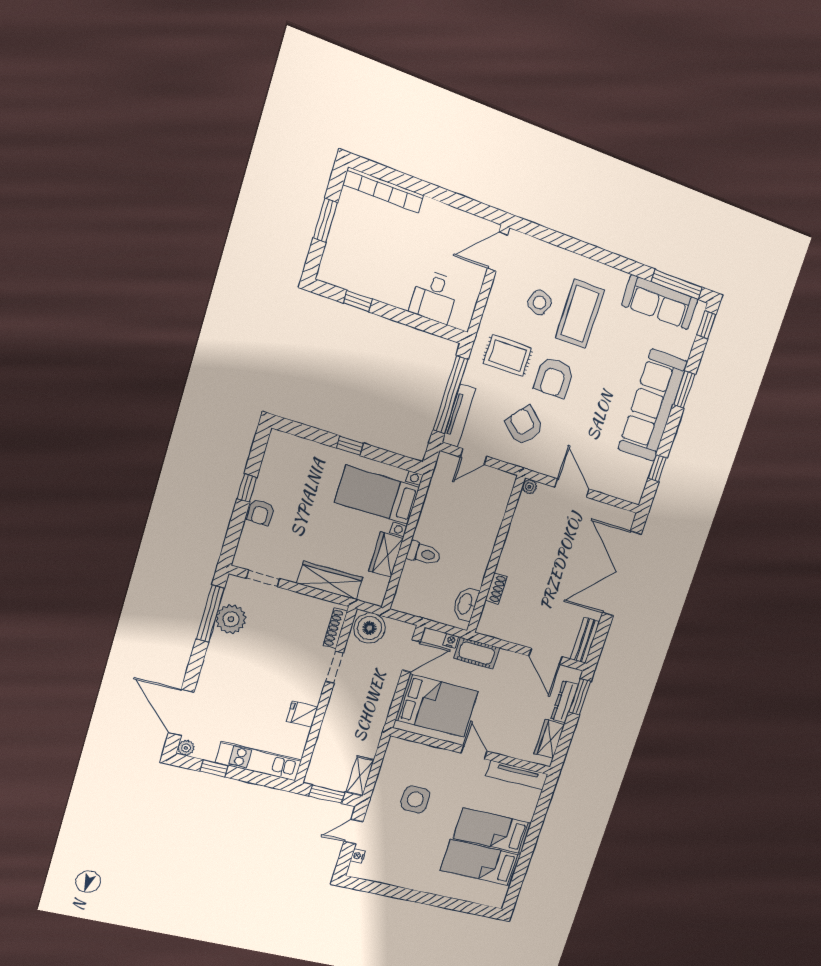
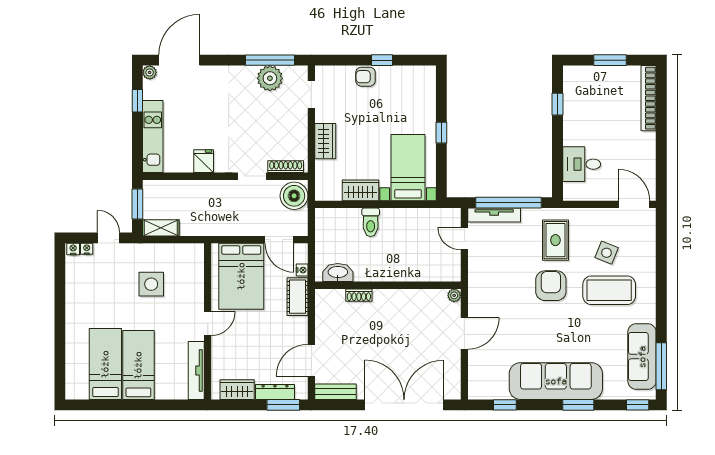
armchair: (554, 377) -> (551, 286), turned 90
armchair: (524, 426) -> (503, 274), removed
wardrobe: (330, 581) -> (325, 141), width x0.67
nightstand: (354, 869) -> (73, 249), added

